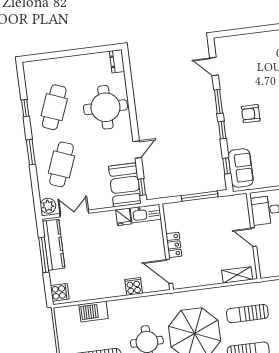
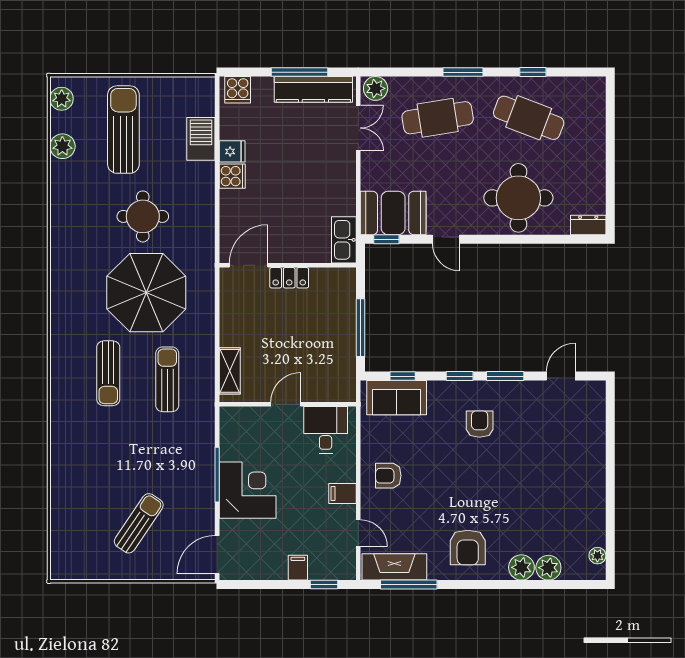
cafe table: (61, 164) -> (438, 118), turned -30
fridge: (123, 217) -> (232, 151), moved, turned 180
cooker: (134, 286) -> (232, 176), moved

